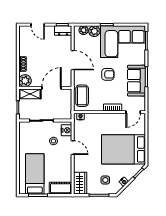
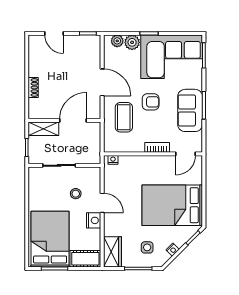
dresser: (63, 30) -> (89, 41), removed
plant: (25, 81) -> (37, 111), removed
coffee table: (82, 96) -> (124, 117), moved
nightstand: (66, 130) -> (94, 220), moved
bed: (35, 174) -> (50, 239), width x1.50

